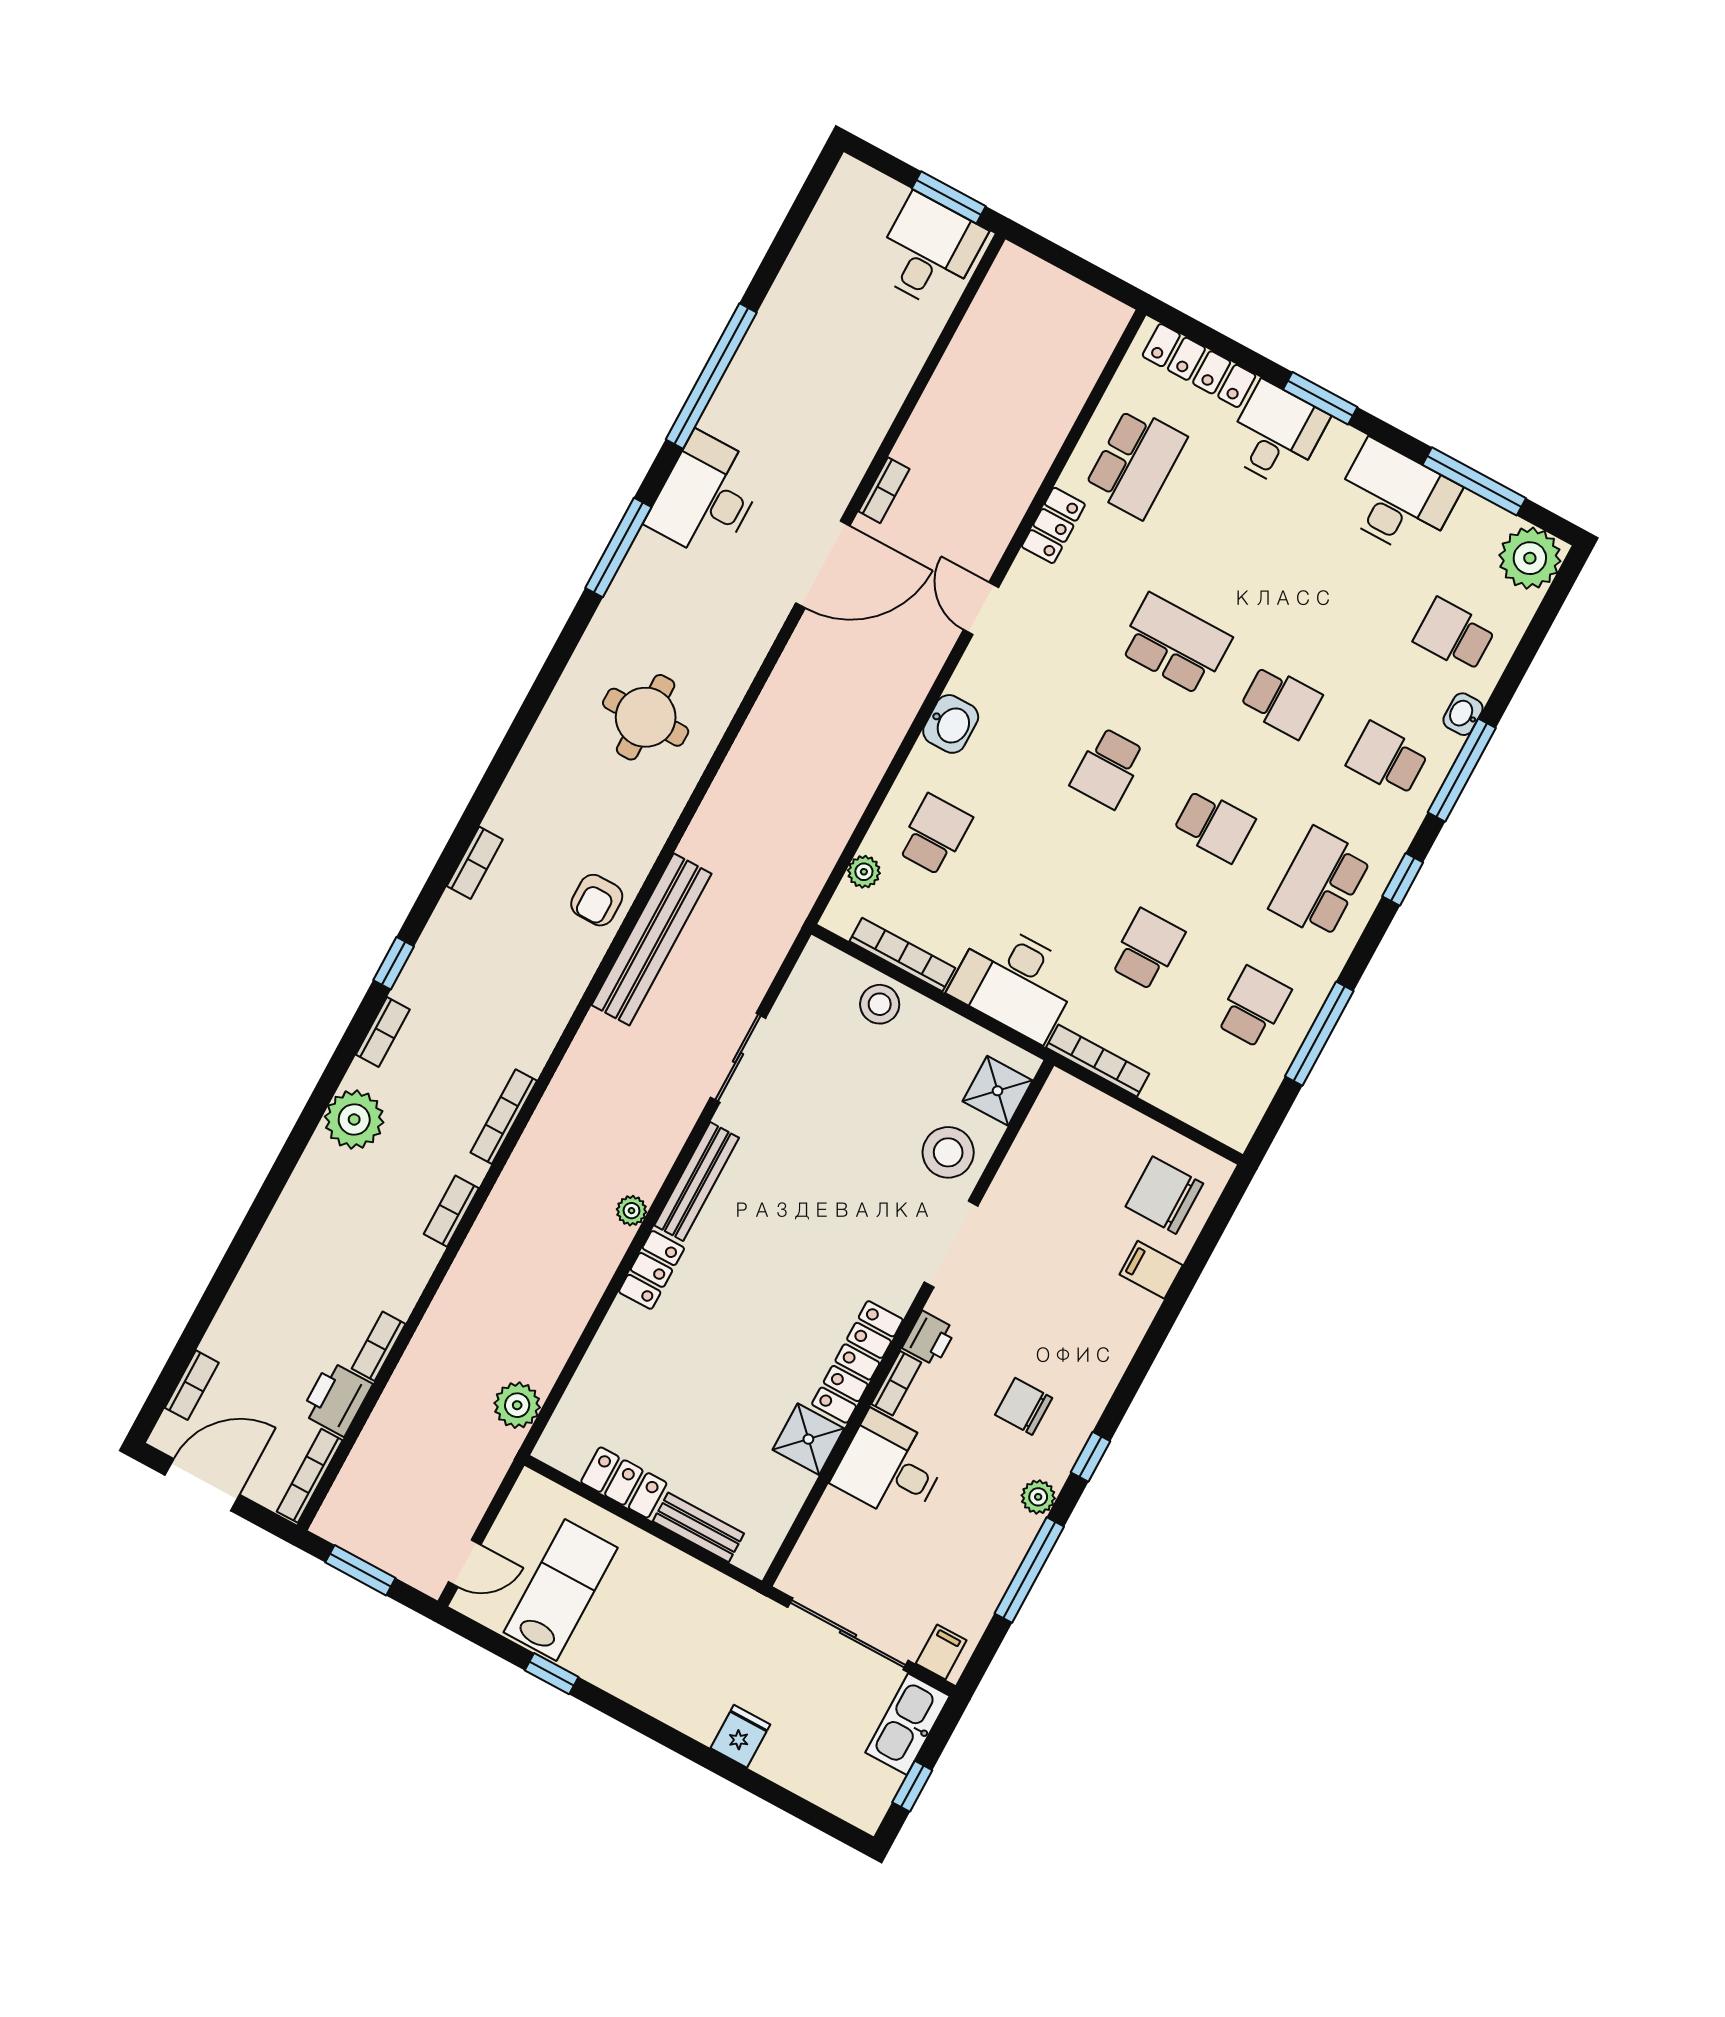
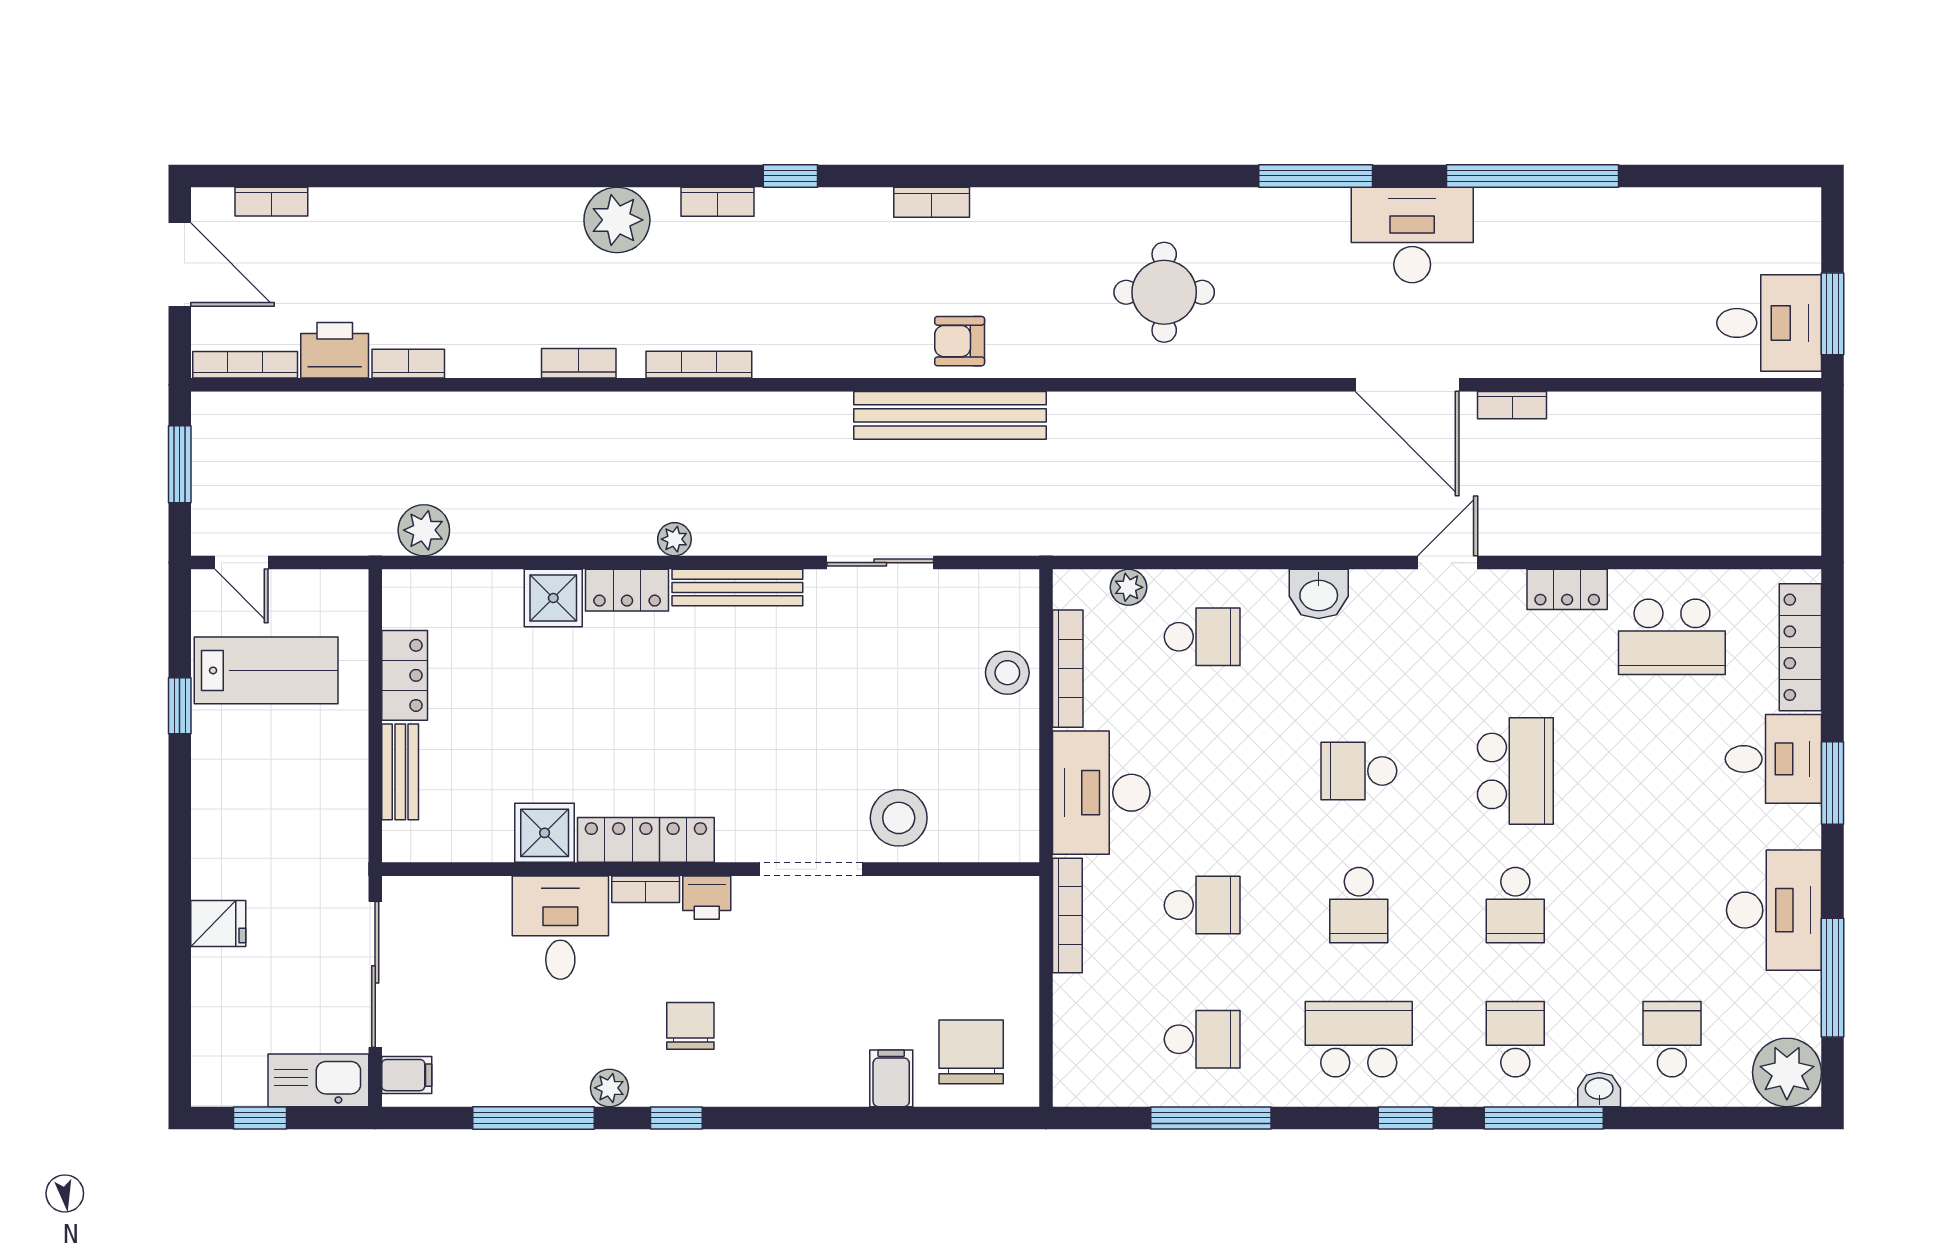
shower: (998, 1091) -> (553, 598), moved

